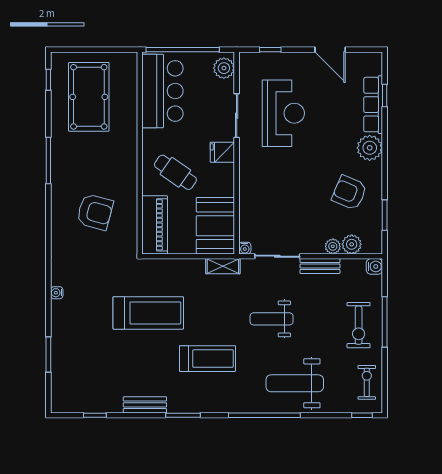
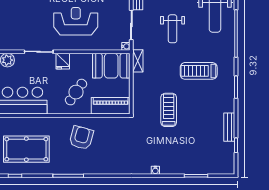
reception desk: (283, 113) -> (76, 21), moved
armchair: (95, 212) -> (81, 138), moved
treadmill: (148, 313) -> (169, 110), width x0.73, depth x0.73
treadmill: (207, 359) -> (199, 71), turned -90
bench: (145, 405) -> (229, 127), moved

